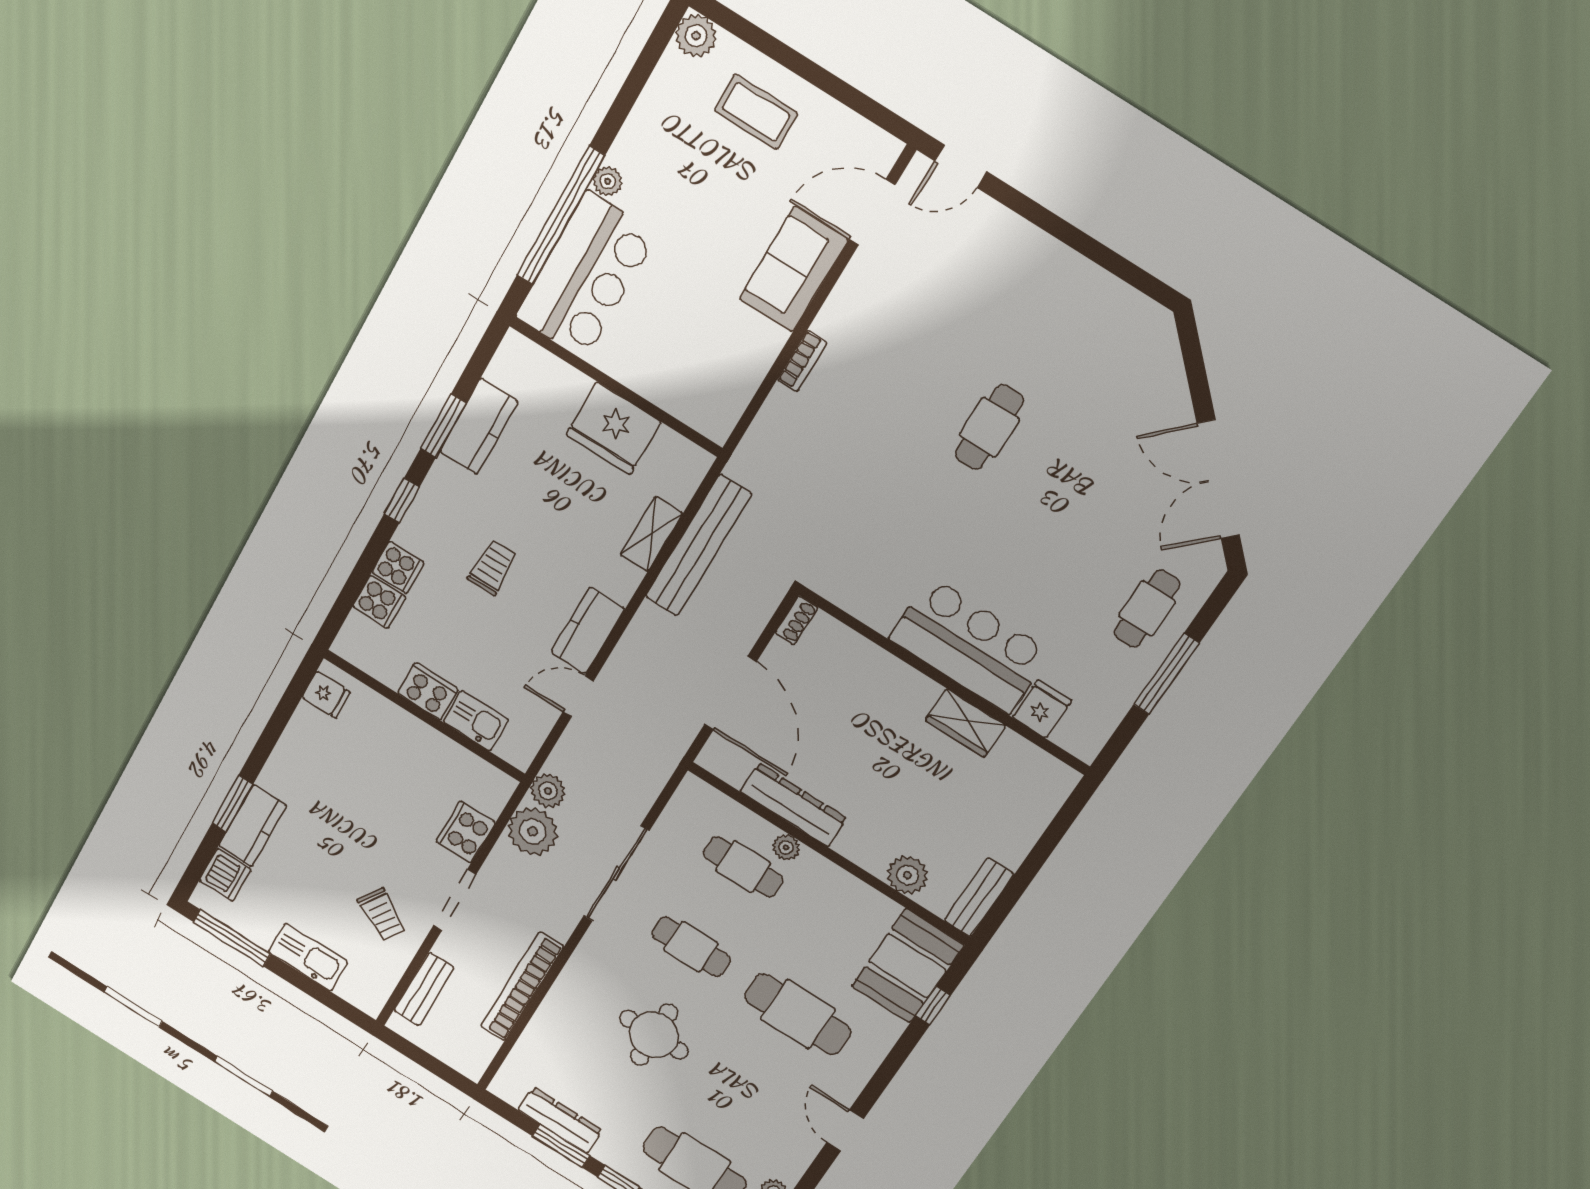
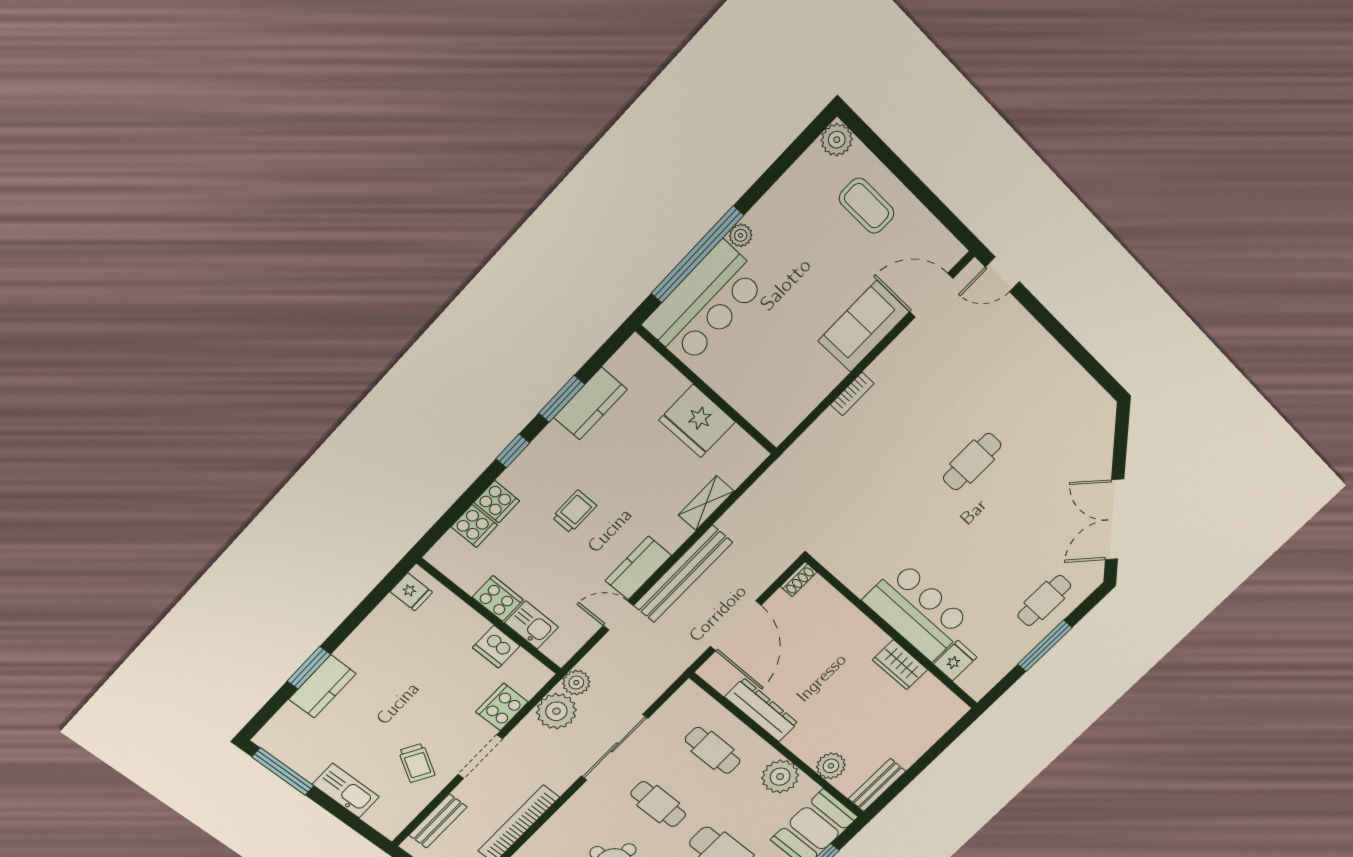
bench: (698, 545) -> (683, 574), moved
plant: (786, 847) -> (780, 777), moved, width x1.88, depth x1.88
dishwasher: (225, 875) -> (496, 647), moved, turned 90

